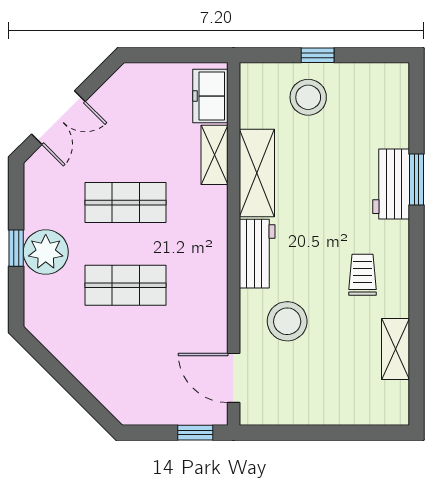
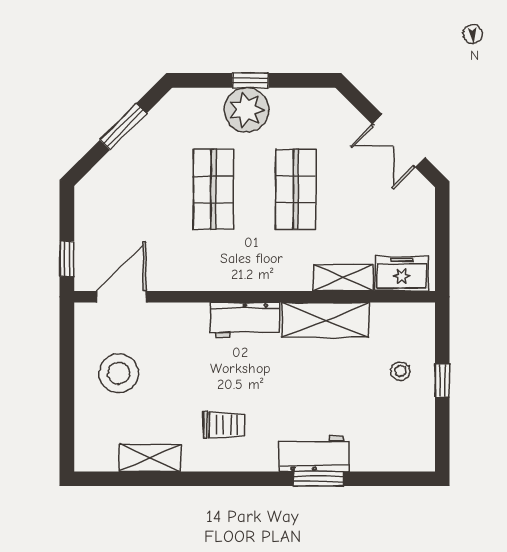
stool: (308, 97) -> (401, 371), width x0.53, depth x0.53
double door: (58, 118) -> (399, 141), moved
stool: (287, 321) -> (119, 373), moved
window: (63, 376) -> (123, 127), added

